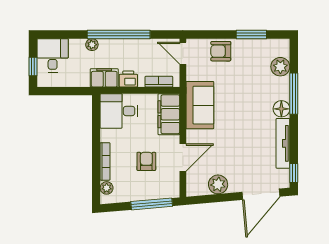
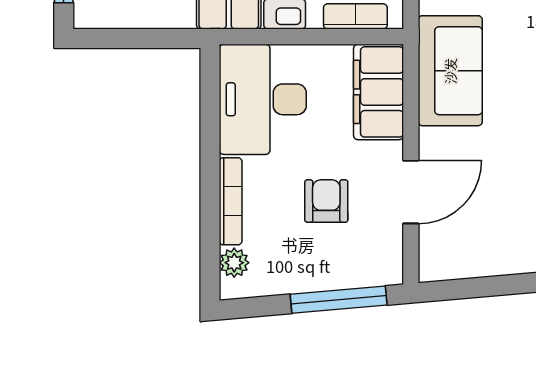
desk: (119, 111) -> (263, 99), width x1.37
plant: (218, 184) -> (492, 255), removed

